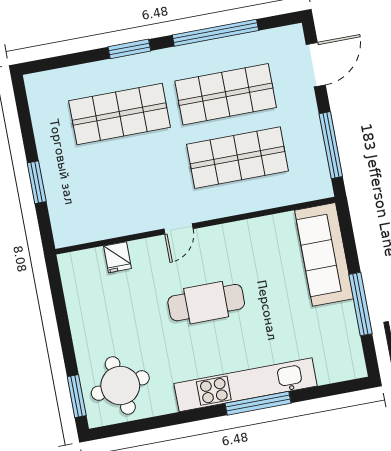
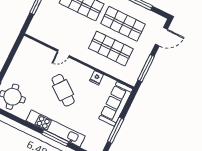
door: (179, 229) -> (63, 53), moved
fridge: (118, 257) -> (97, 78), moved
cafe table: (206, 303) -> (63, 90), turned 38

